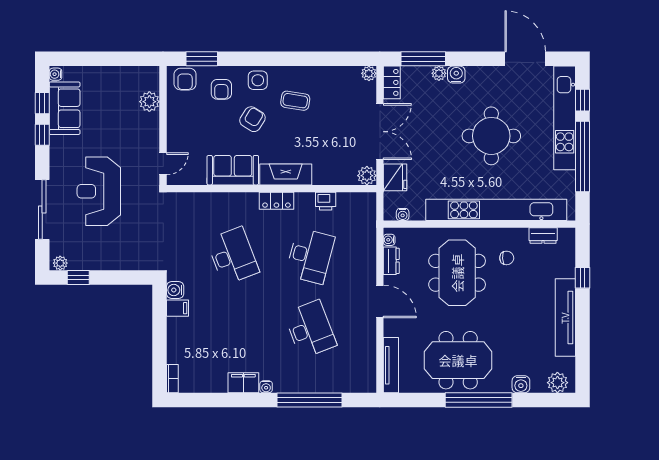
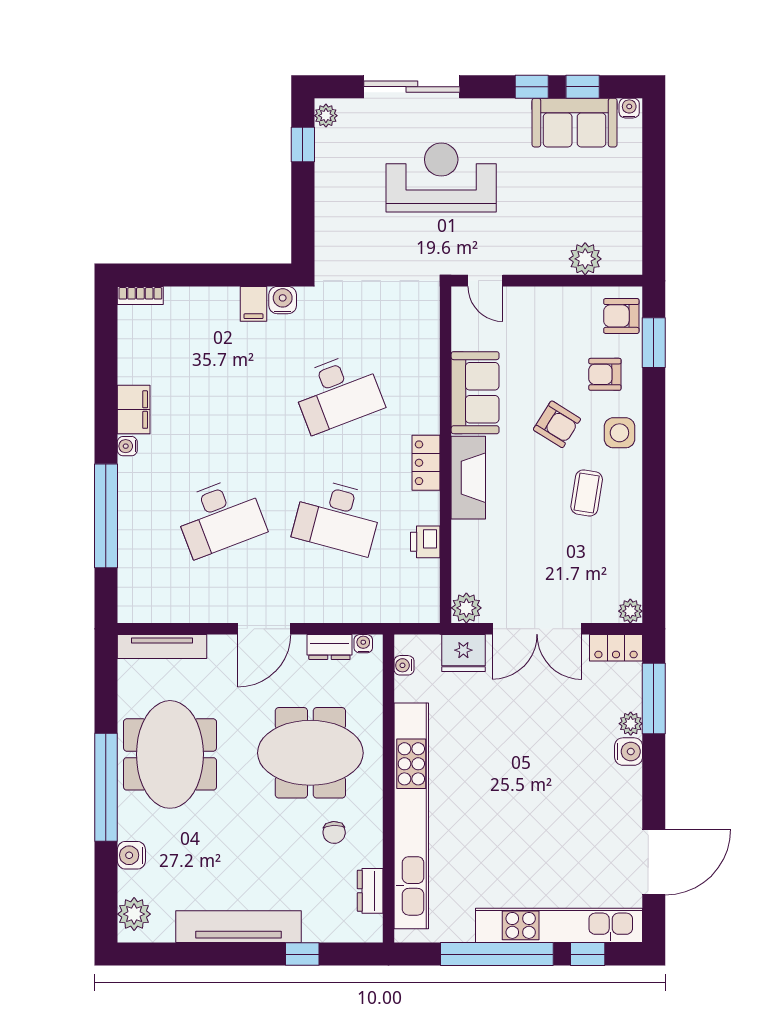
round table: (491, 136) -> (530, 808), removed

